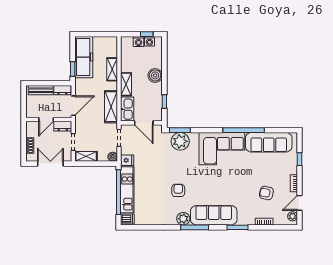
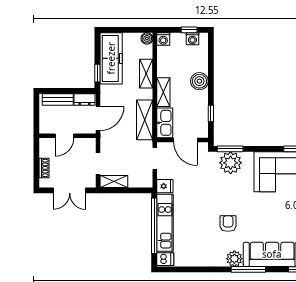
washing machine: (139, 41) -> (163, 39), moved
dresser: (63, 126) -> (85, 144), removed
boiler: (113, 157) -> (147, 38), moved
double door: (50, 164) -> (70, 190), swing flipped

